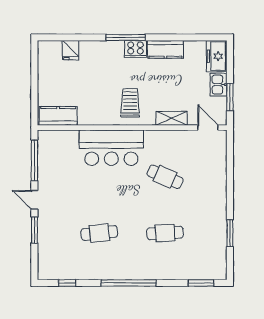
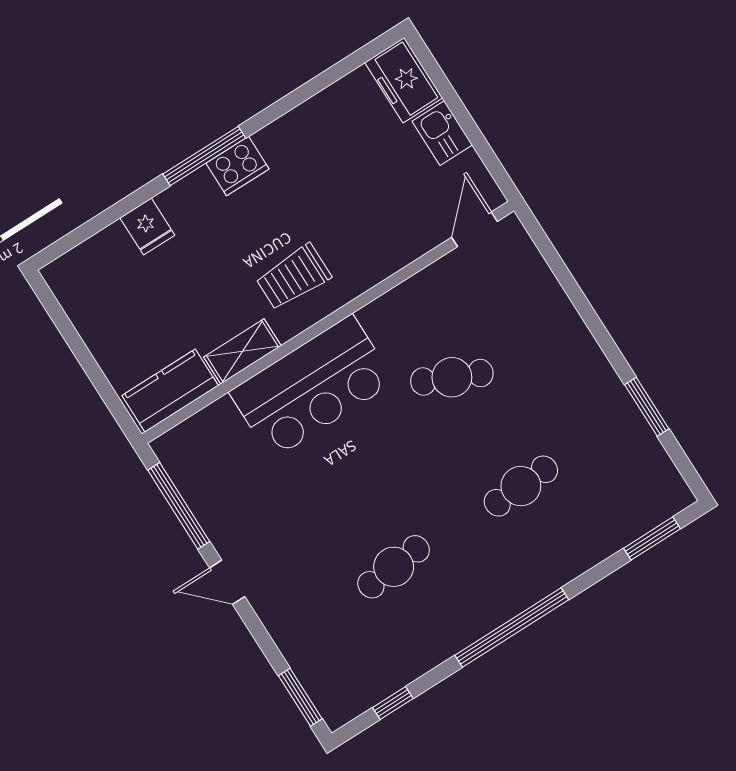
kitchen counter: (165, 49) -> (296, 130), removed
fridge: (70, 50) -> (147, 227), moved
window: (230, 97) -> (479, 143), removed
trolley: (130, 103) -> (293, 277), turned -90
shelving: (172, 118) -> (242, 351), moved
door: (208, 128) -> (474, 229), hinge flipped
window: (34, 230) -> (300, 697), moved

